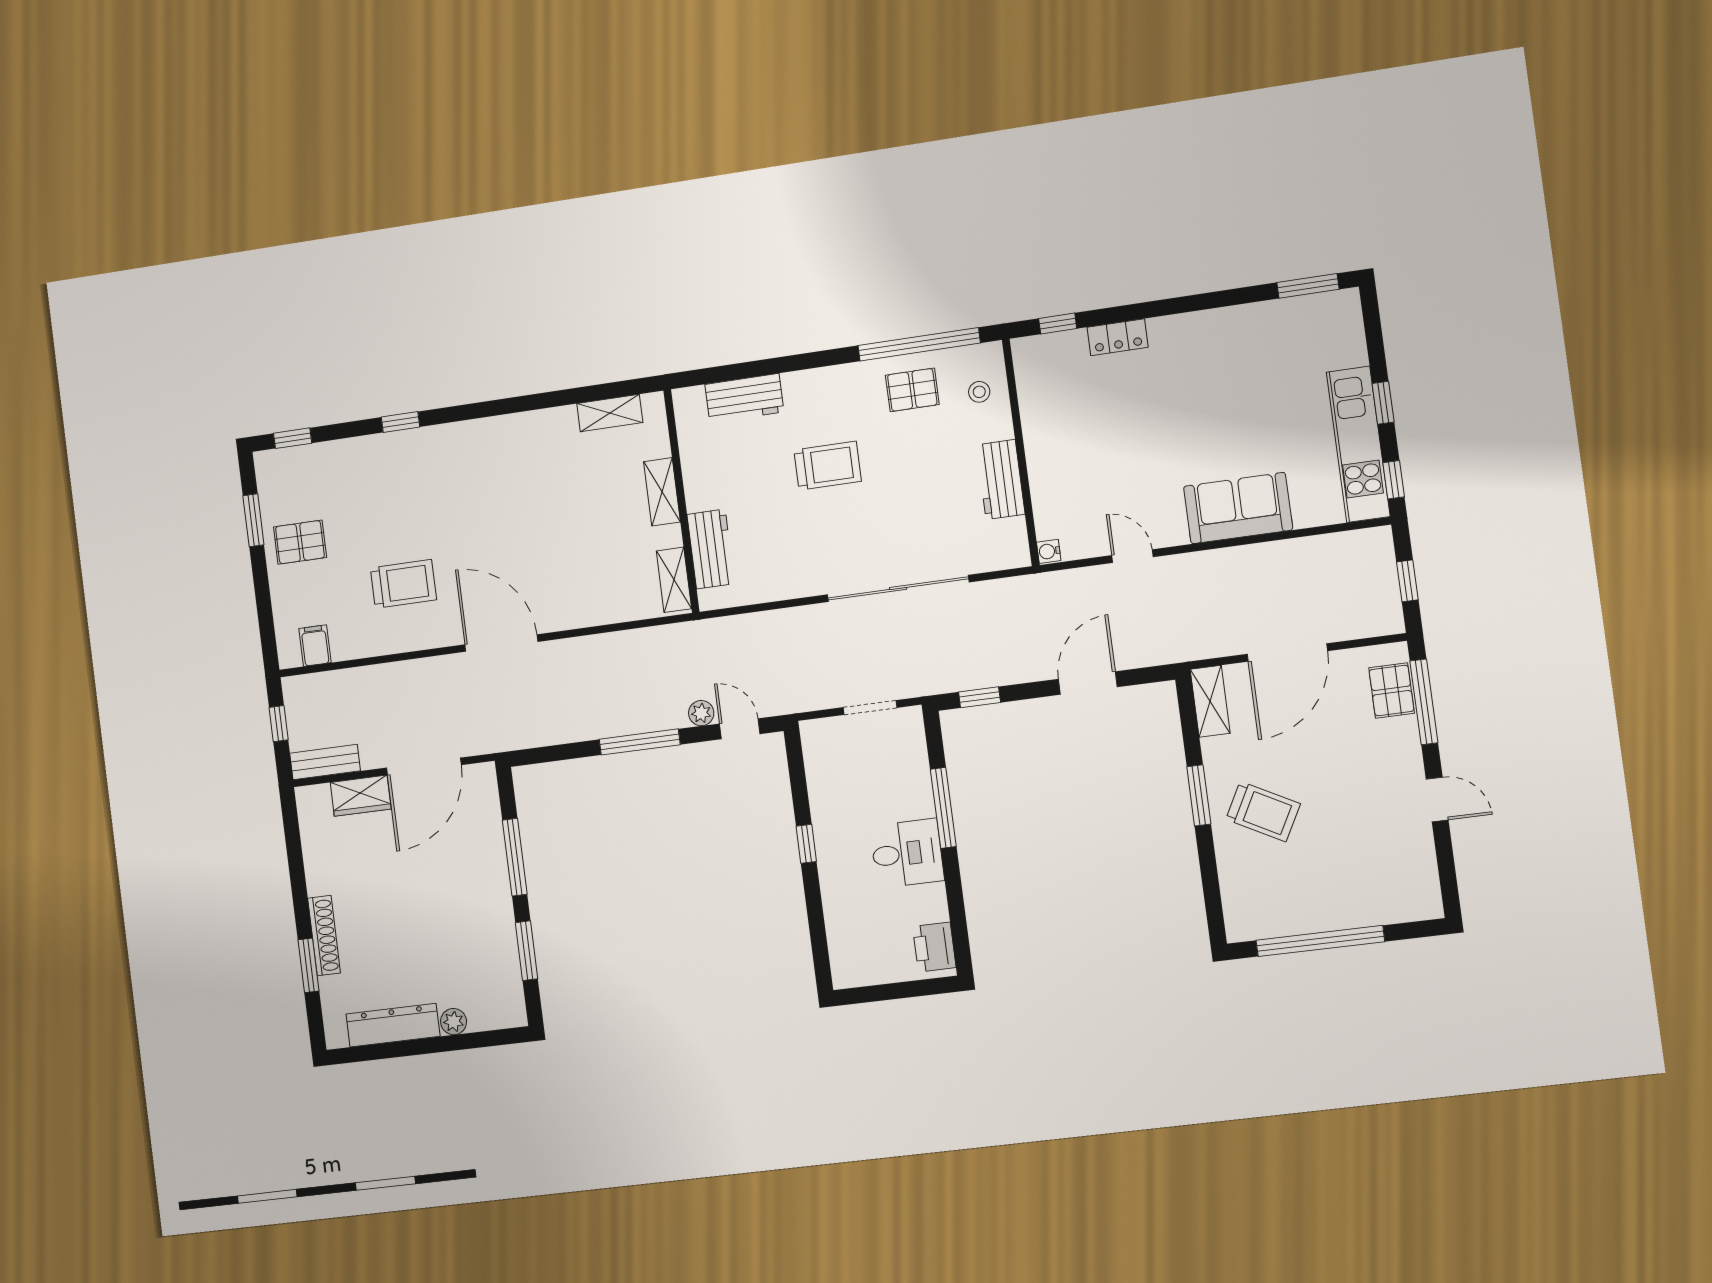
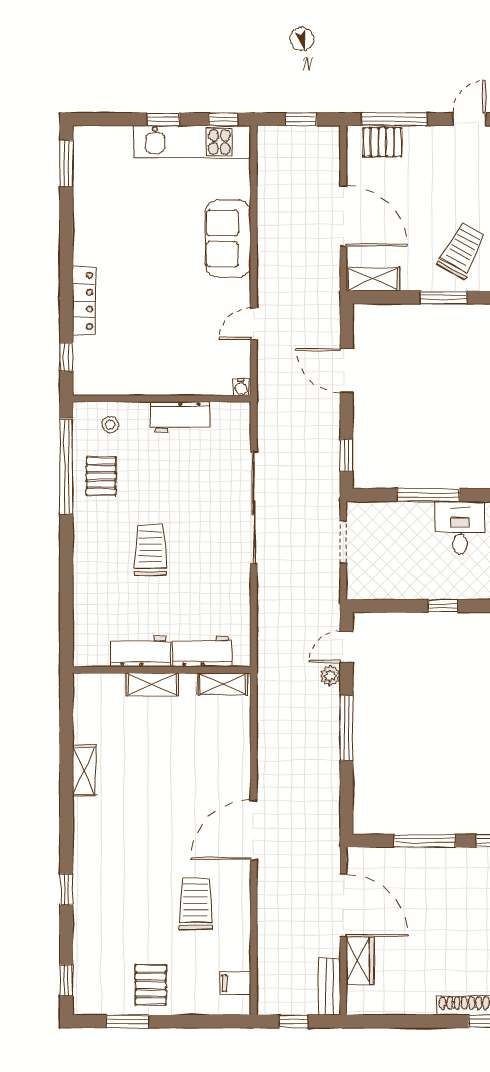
locker: (1118, 337) -> (84, 301), width x1.53
workbench: (744, 398) -> (141, 651), moved, turned -90
shelving: (610, 413) -> (84, 771), moved

